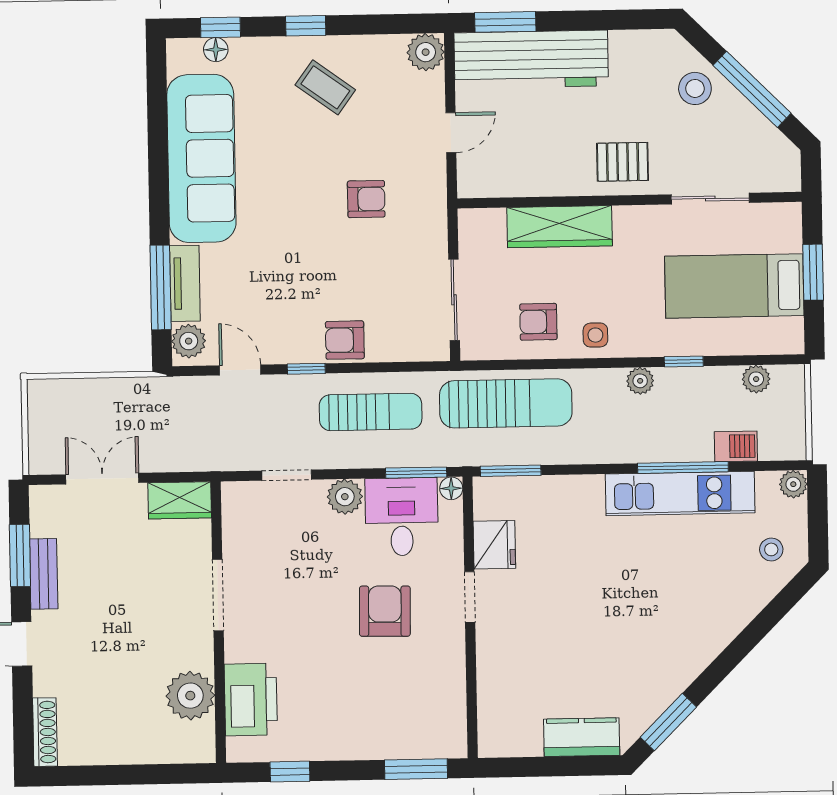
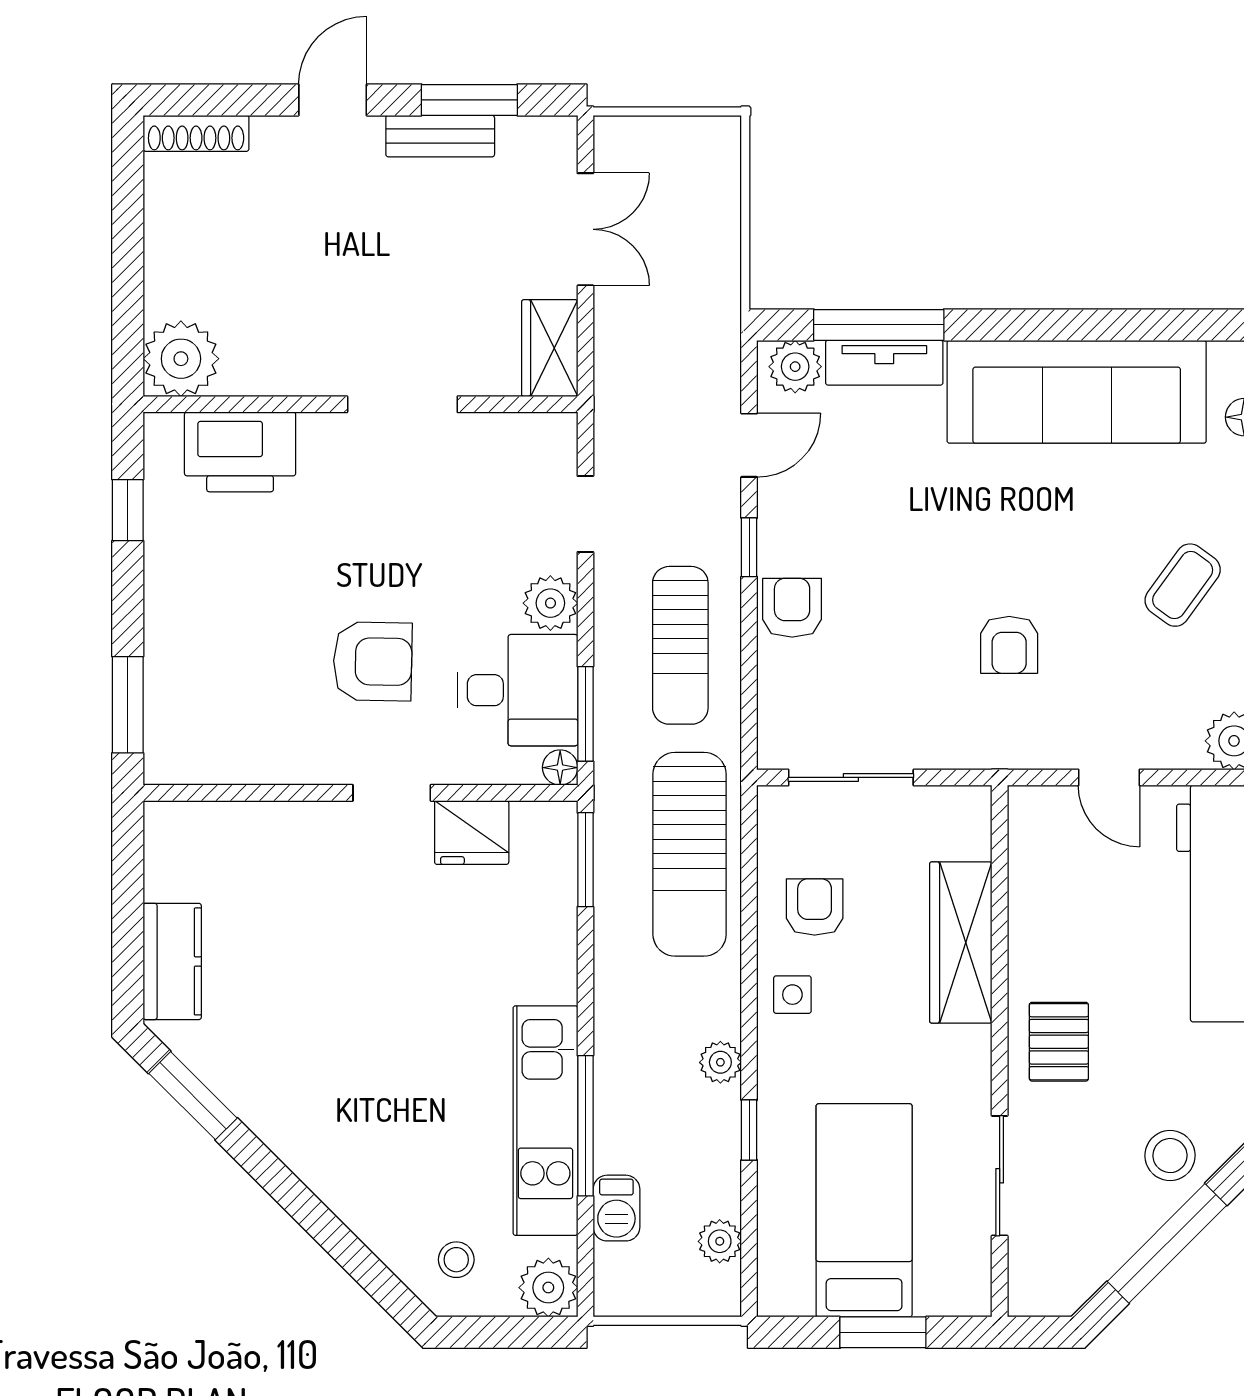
plant: (793, 484) -> (548, 1288), width x1.38, depth x1.38
plant: (190, 696) -> (181, 359), moved

